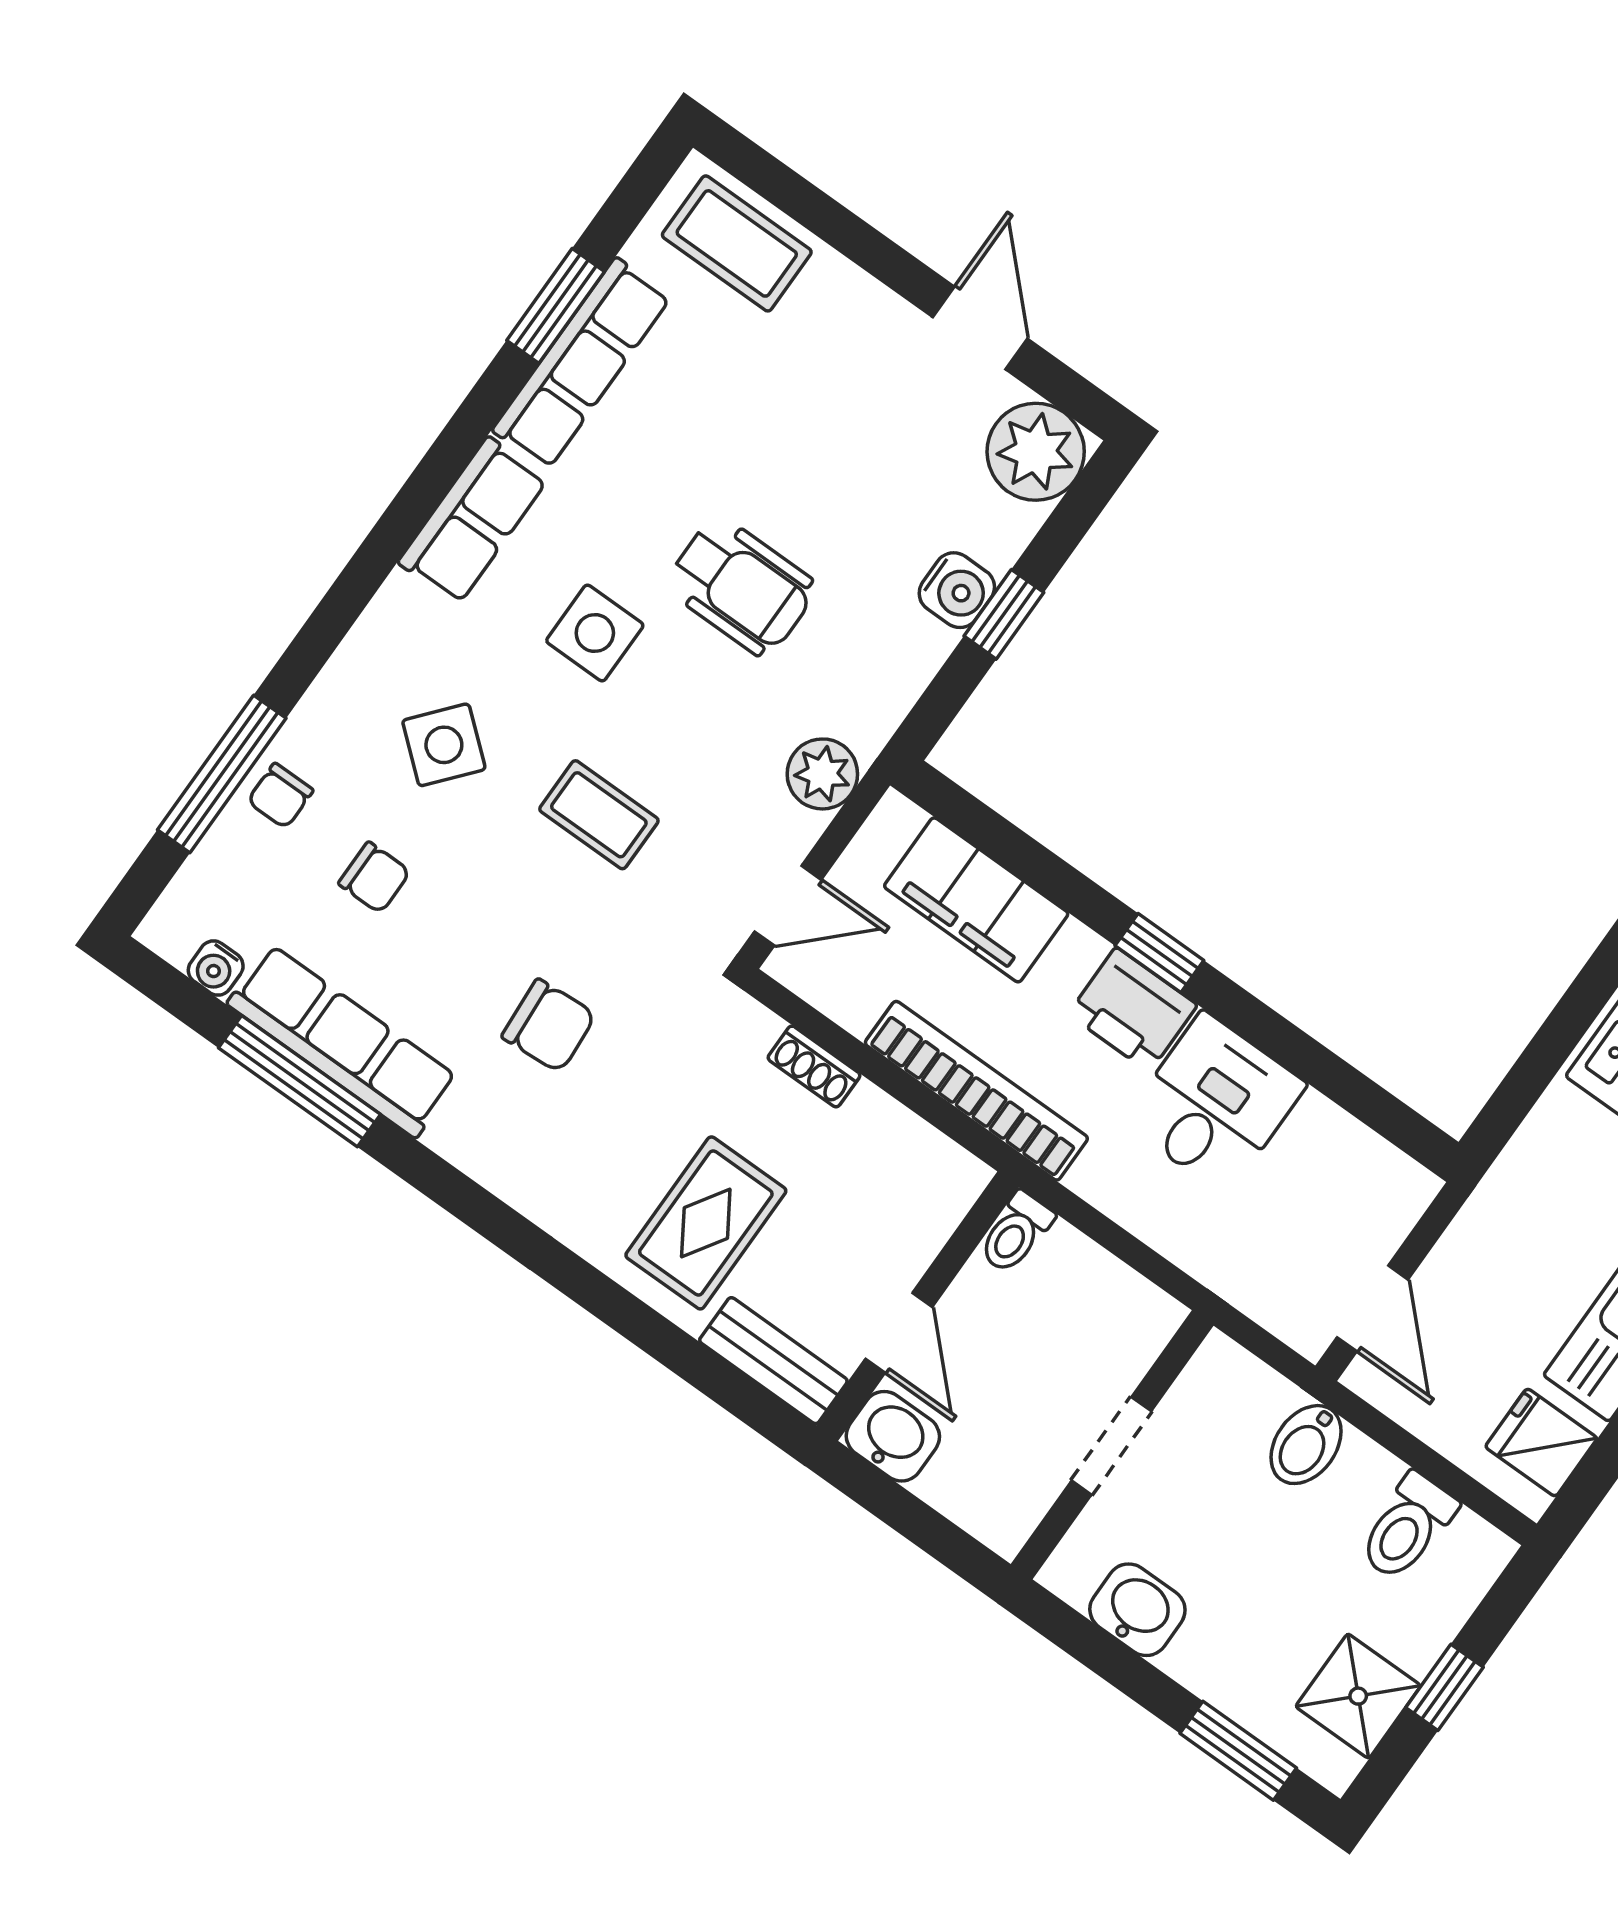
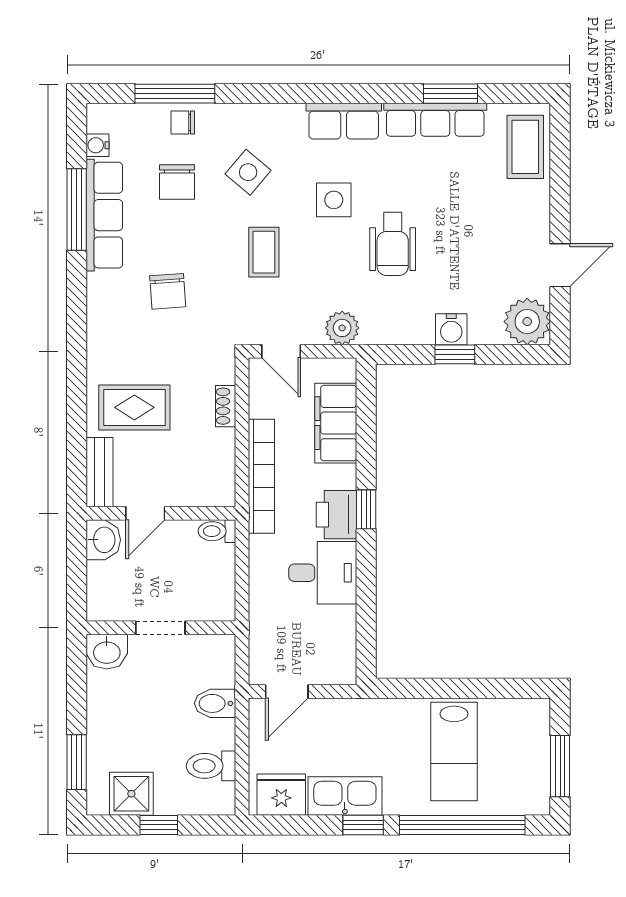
chair: (374, 878) -> (177, 182), width x1.37, depth x1.37
fridge: (1541, 1442) -> (281, 795), width x1.38
washbasin: (1137, 1610) -> (107, 652), moved, turned 90

